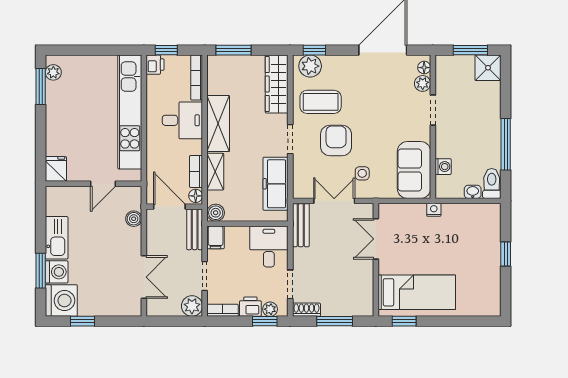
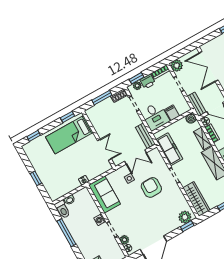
coffee table: (321, 102) -> (170, 202), removed
armchair: (336, 141) -> (151, 187), turned 180
washing machine: (443, 167) -> (100, 220), moved
filing cabinet: (216, 237) -> (172, 113), moved
double door: (144, 277) -> (209, 66), width x1.37
window: (473, 321) -> (34, 136), added

